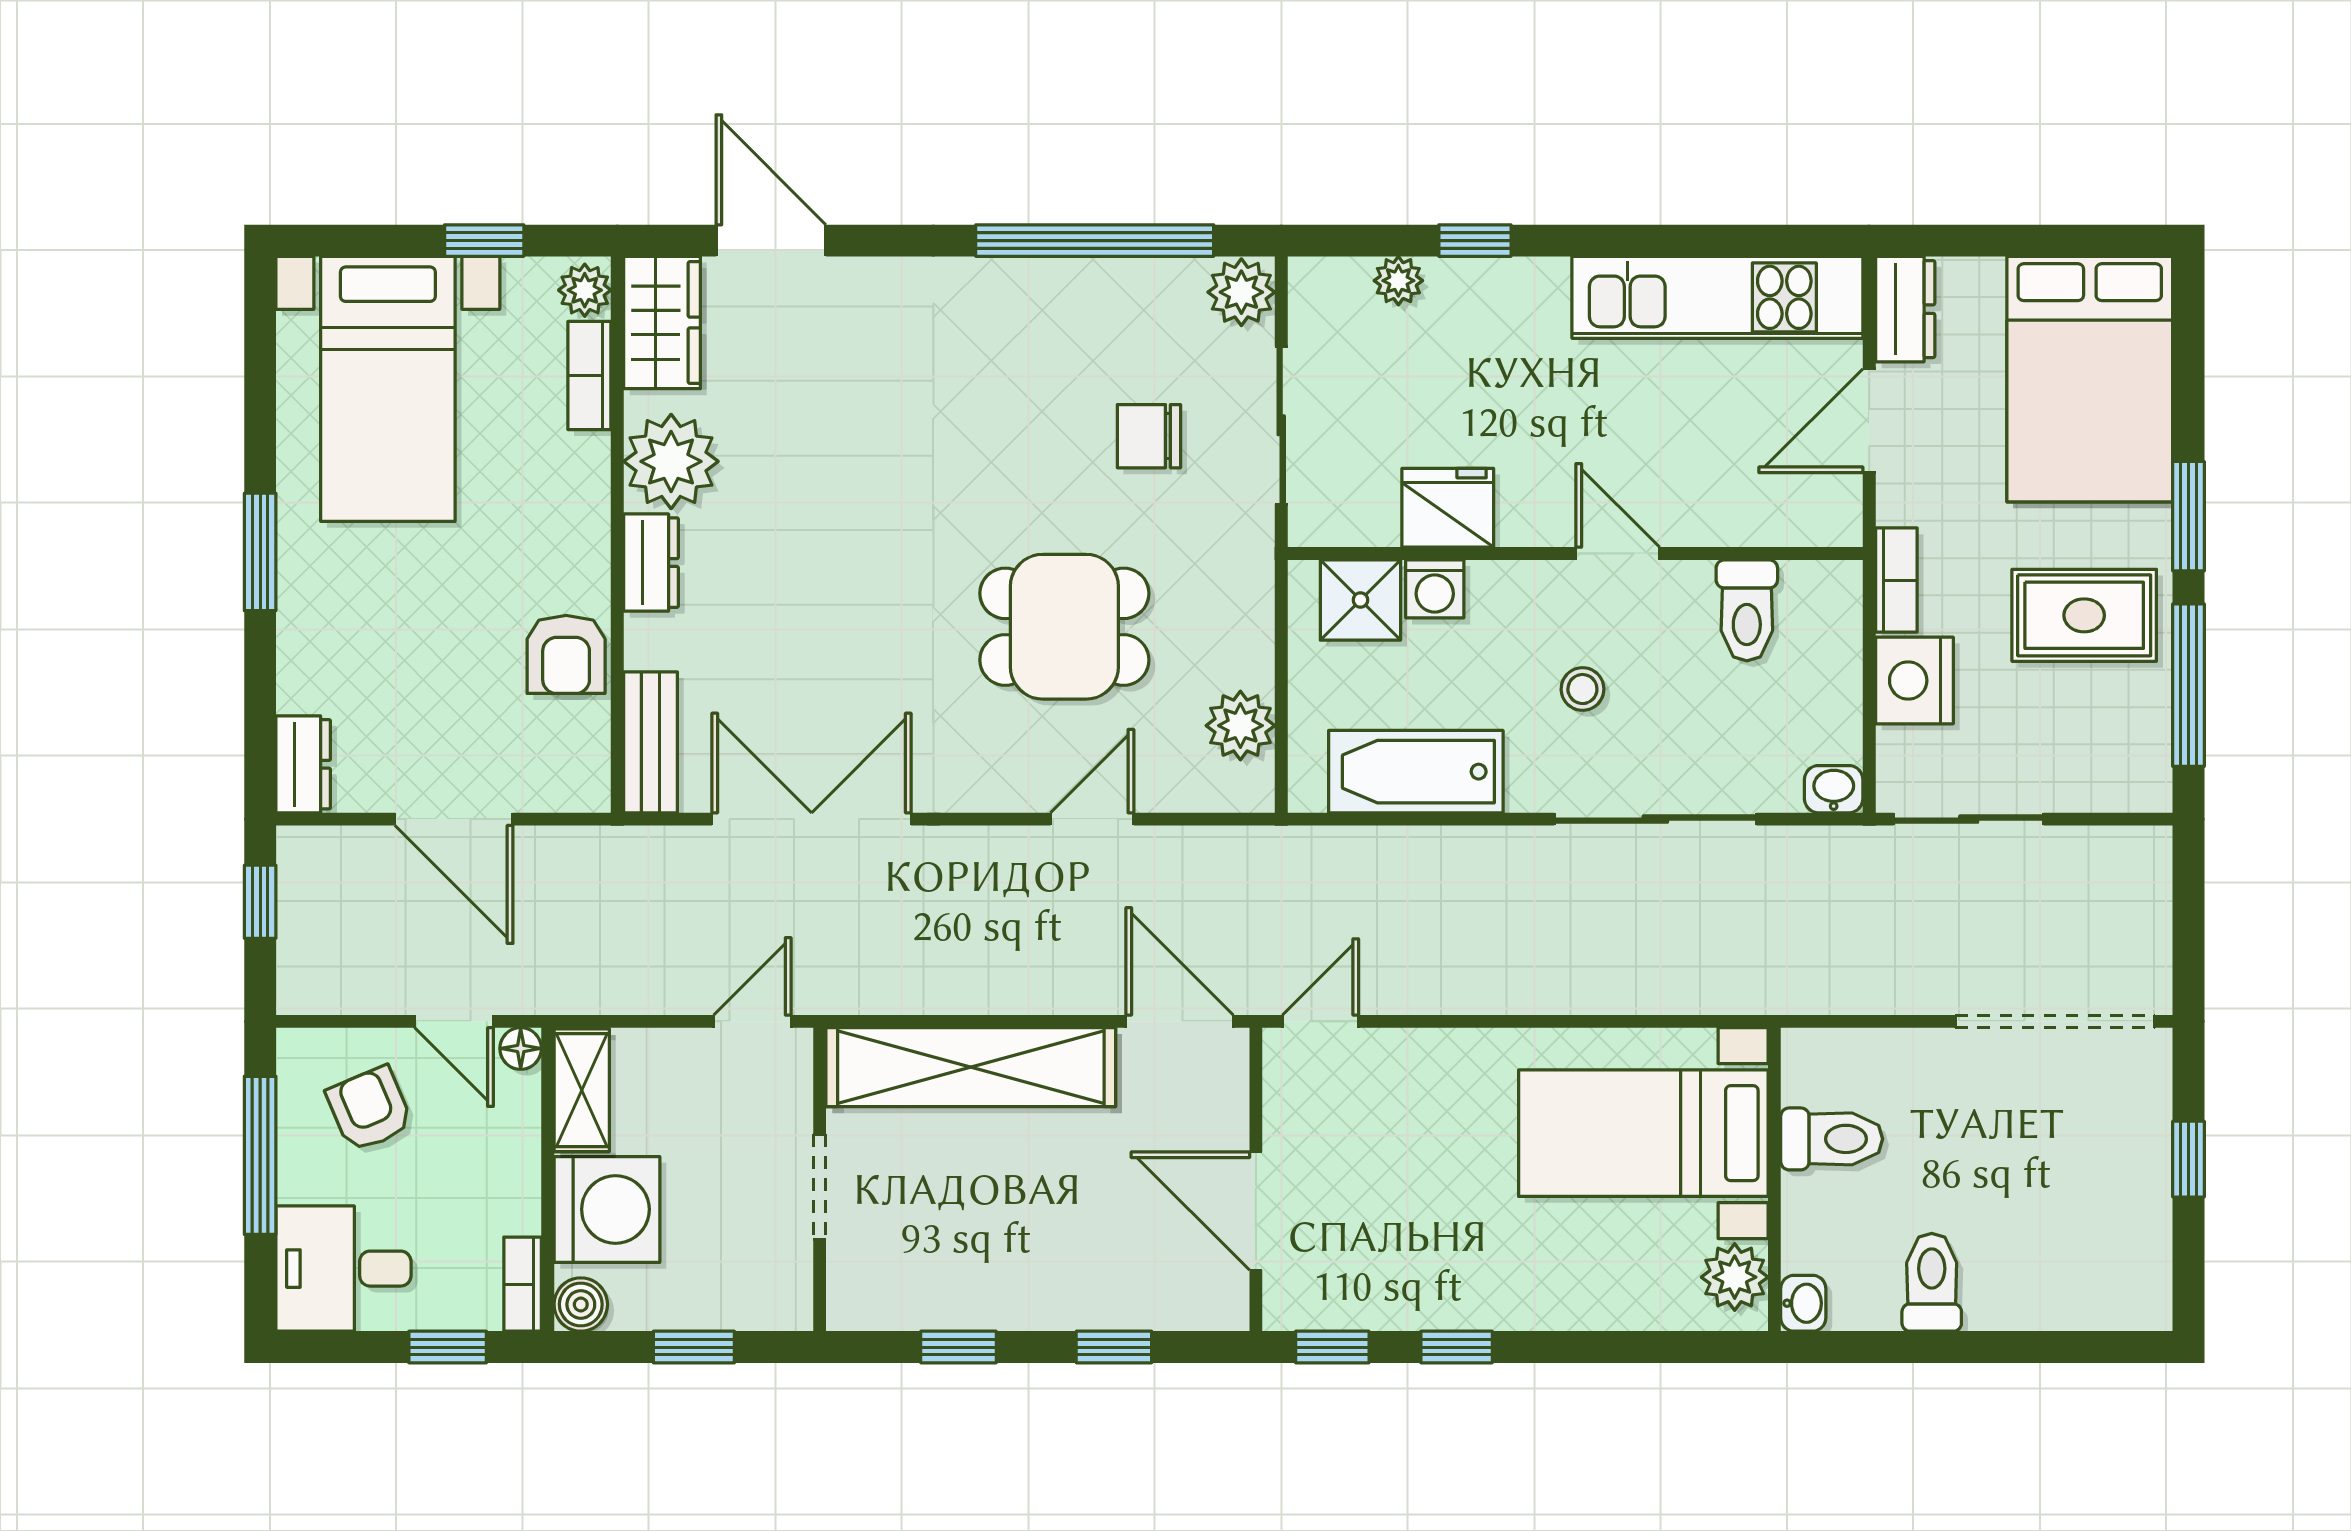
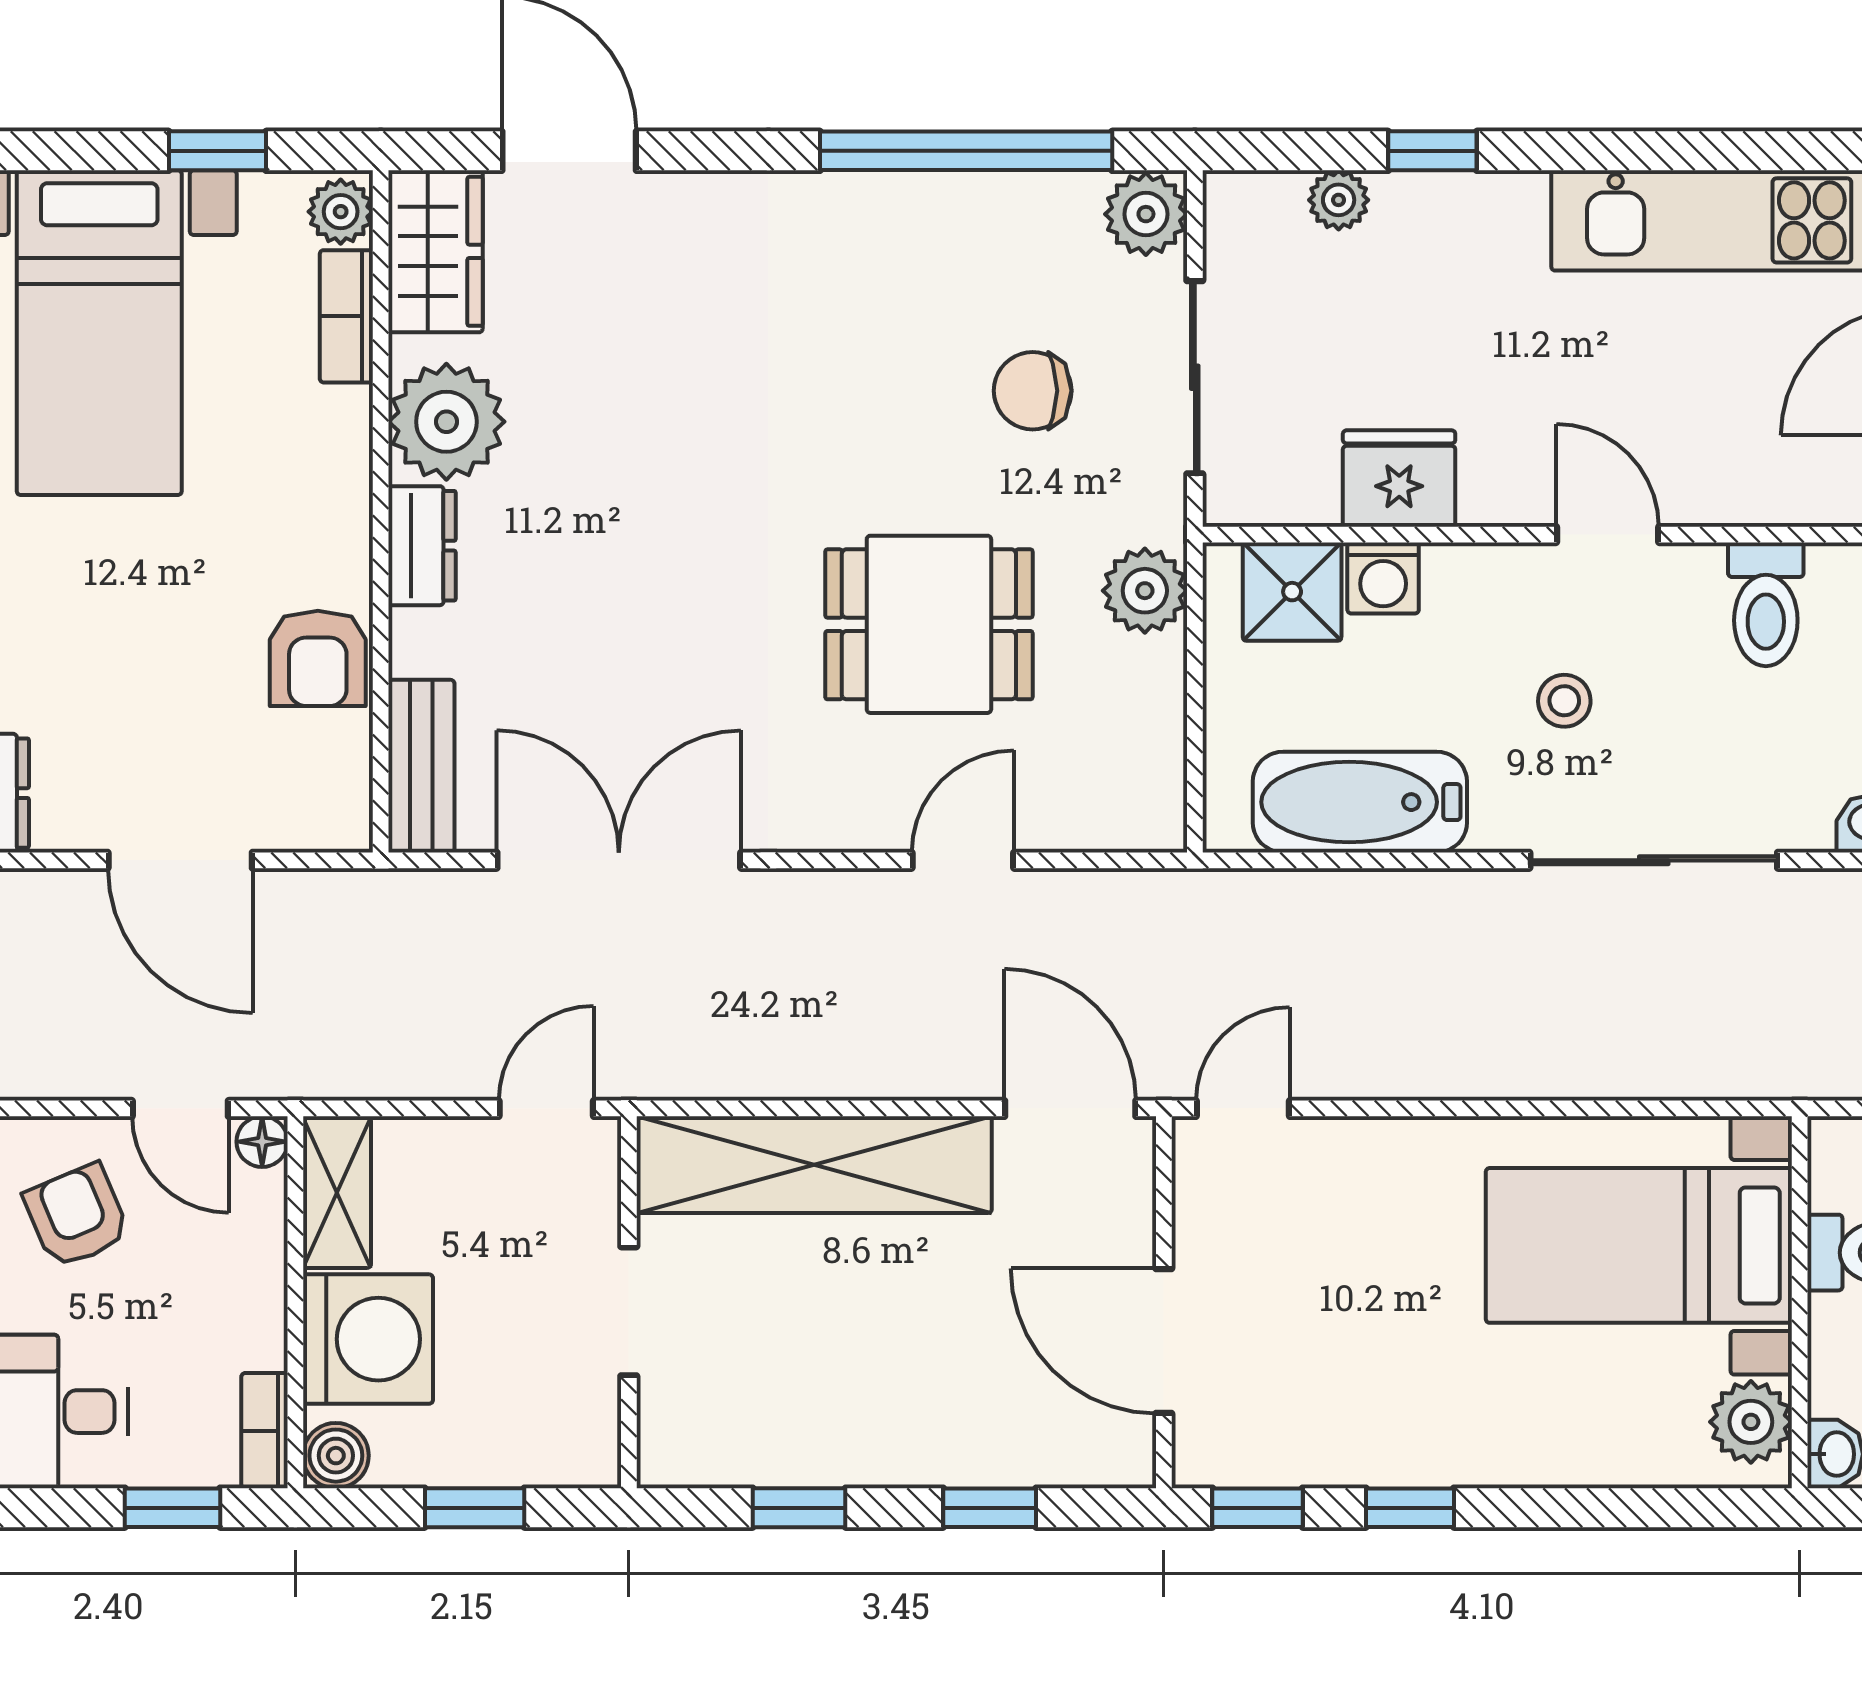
plant: (1240, 726) -> (1145, 591), moved

